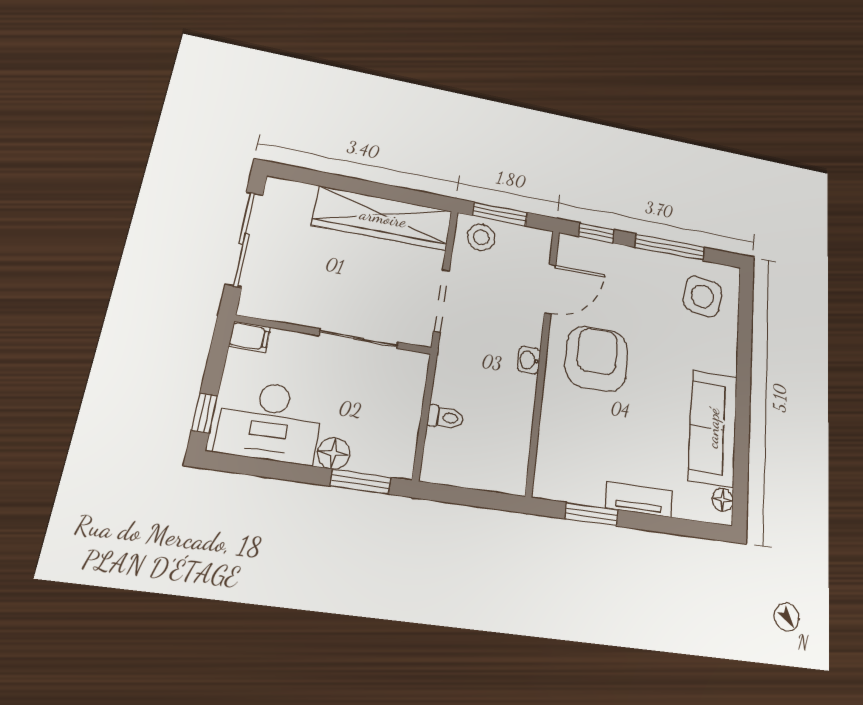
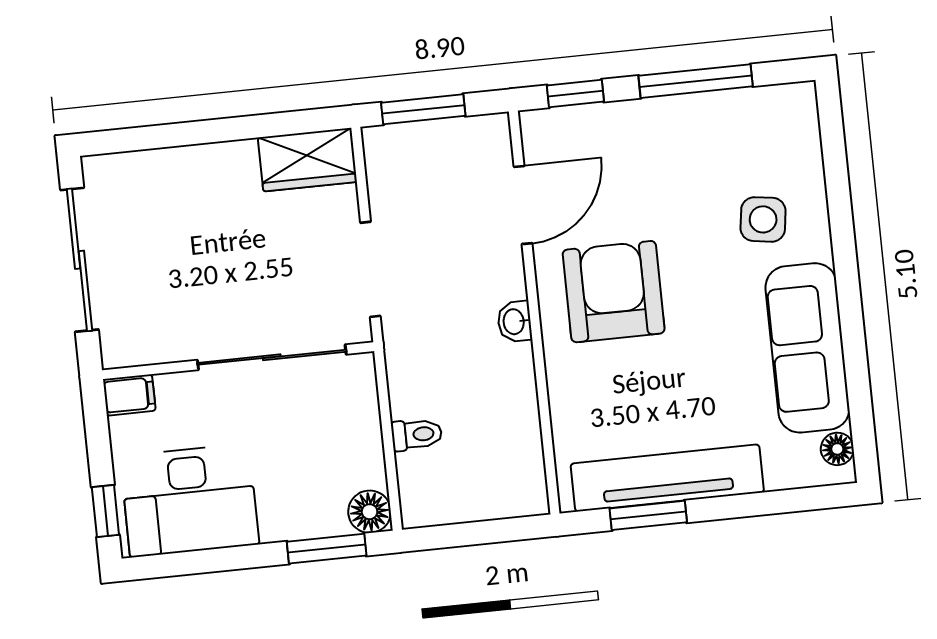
wardrobe: (383, 218) -> (307, 160), width x0.48, depth x0.85
stool: (481, 237) -> (404, 155), removed
side table: (702, 296) -> (763, 219), moved, width x0.73, depth x0.73
sliding door: (359, 339) -> (272, 357), width x1.37
floor lamp: (334, 453) -> (370, 512), moved
tv unit: (639, 500) -> (667, 478), width x1.92, depth x1.29

